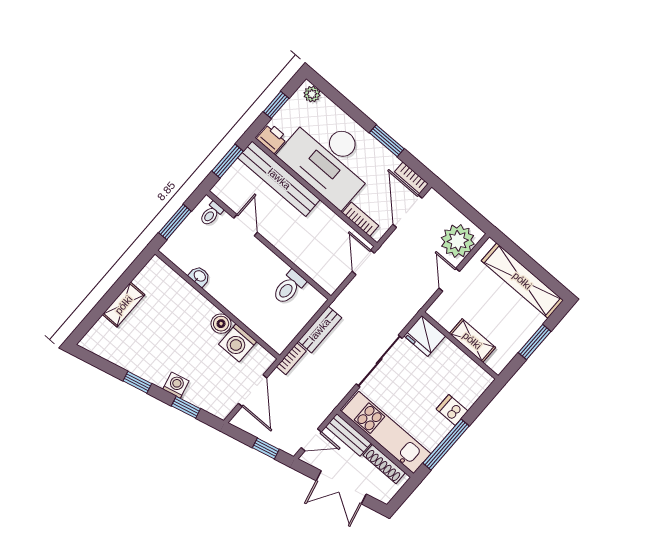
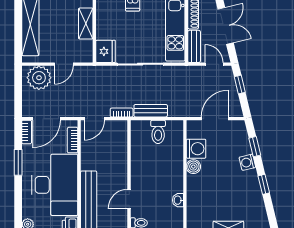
toilet: (289, 287) -> (158, 132), moved, turned 90
bookcase: (291, 359) -> (122, 112), moved

